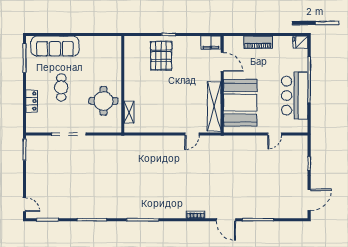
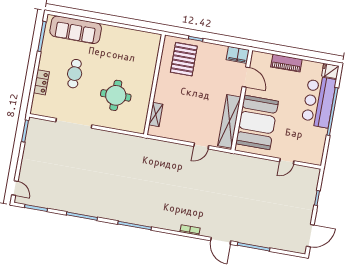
wall: (123, 84) -> (154, 85), moved
bar counter: (295, 96) -> (319, 102), moved
shelving: (129, 112) -> (156, 114), moved

